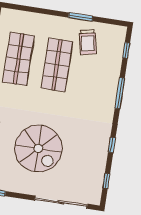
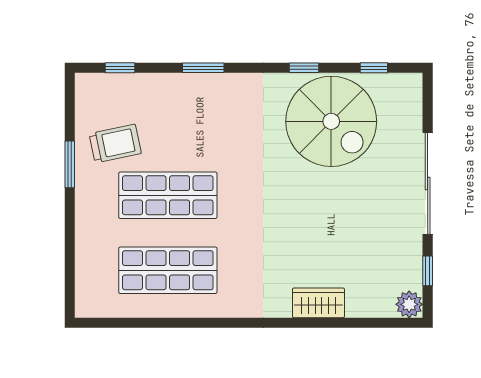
window: (120, 93) -> (203, 68), width x0.69
spiral stairs: (38, 148) -> (331, 121), moved, turned 90
sliding door: (61, 202) -> (428, 183), moved

